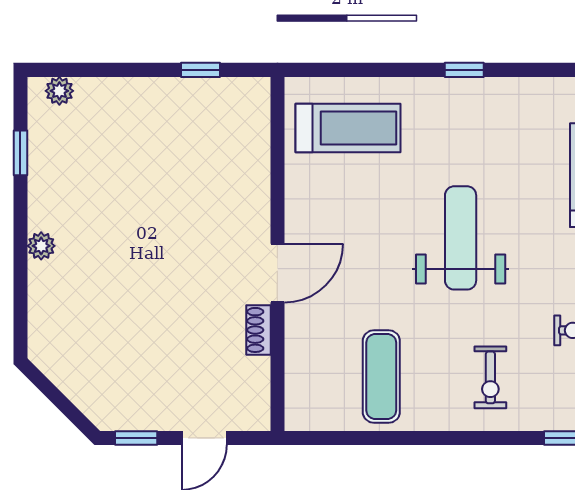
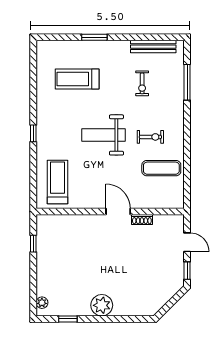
plant: (41, 246) -> (102, 305), width x1.88, depth x1.88
exercise bike: (490, 377) -> (150, 137), moved

